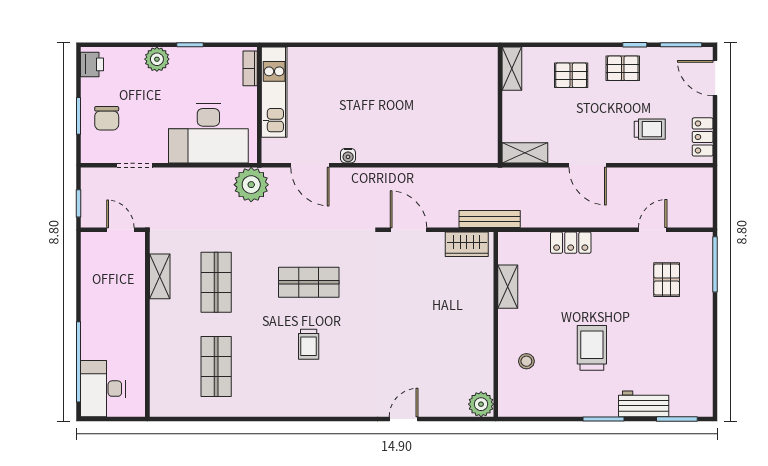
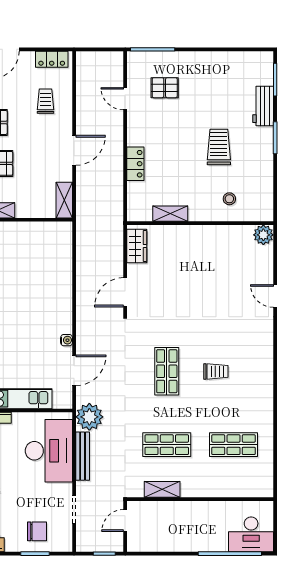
bench: (490, 219) -> (83, 456), moved
trolley: (592, 348) -> (219, 147), turned 90

